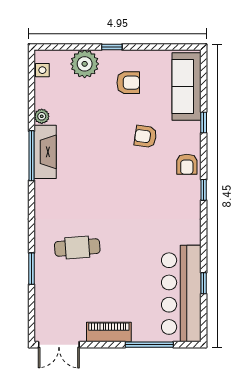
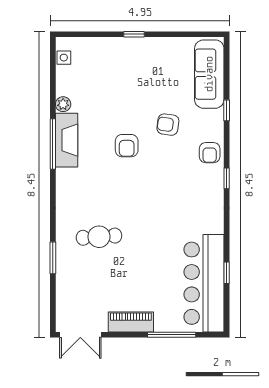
plant: (85, 64) -> (106, 51), removed
armchair: (128, 83) -> (127, 146), moved, turned 90

